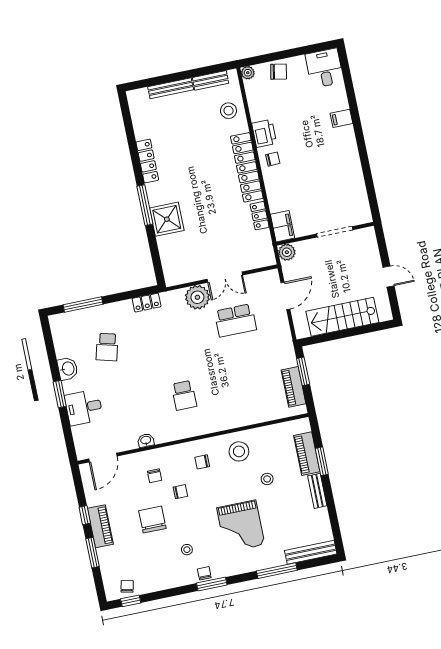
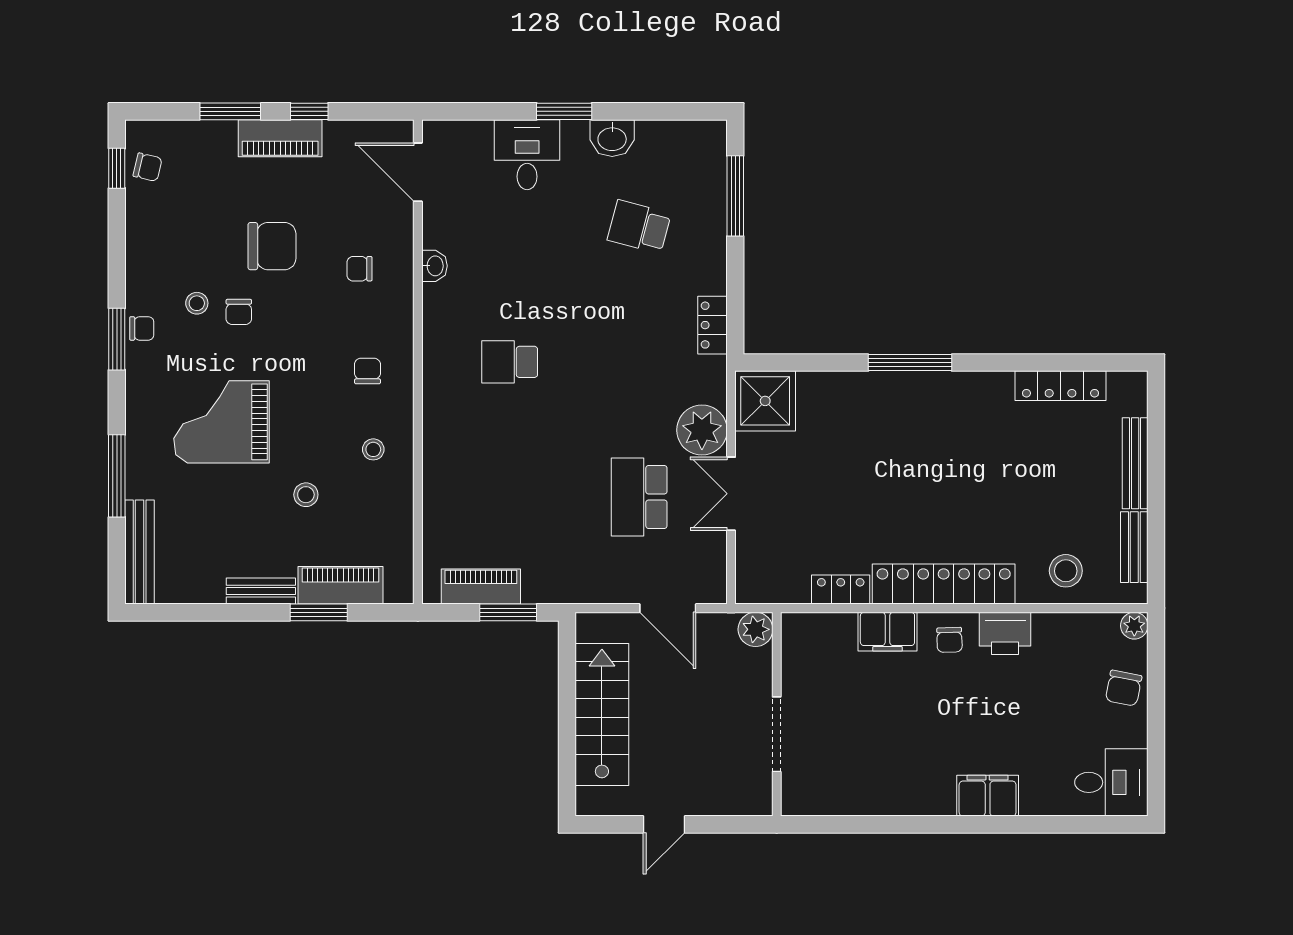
filing cabinet: (341, 118) -> (988, 796), width x2.00
locker: (147, 161) -> (1061, 386), moved
shower: (167, 219) -> (765, 401), moved
filing cabinet: (283, 226) -> (887, 632), moved
stool: (239, 451) -> (373, 449), width x0.53, depth x0.53
chair: (180, 492) -> (239, 312), moved

